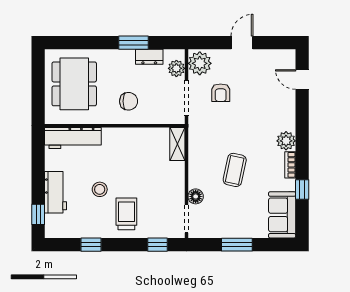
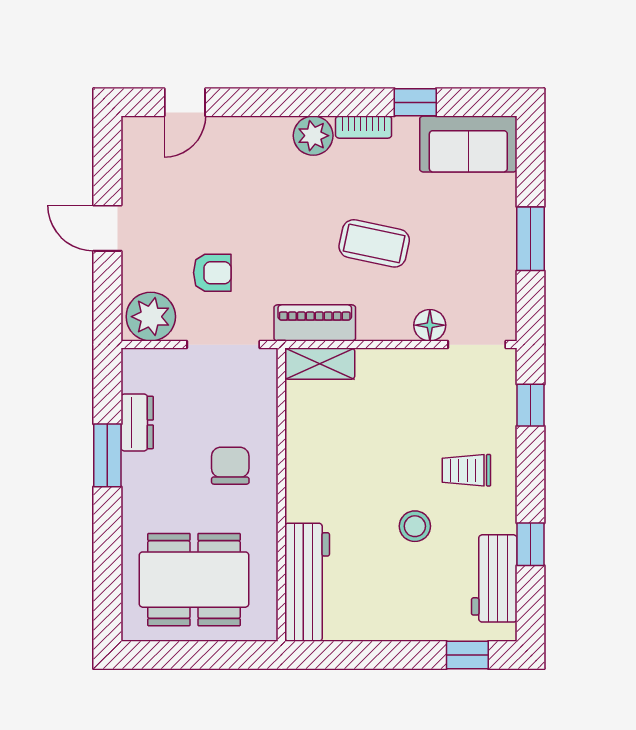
plant: (176, 68) -> (161, 365), removed
piano: (197, 142) -> (315, 323), added
workbench: (56, 192) -> (494, 578), moved, turned -90
trolley: (126, 214) -> (466, 470), width x0.73, depth x0.72

